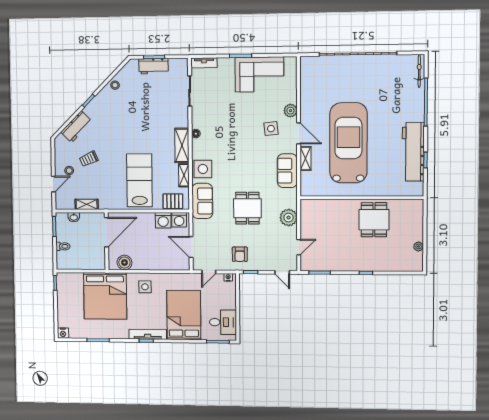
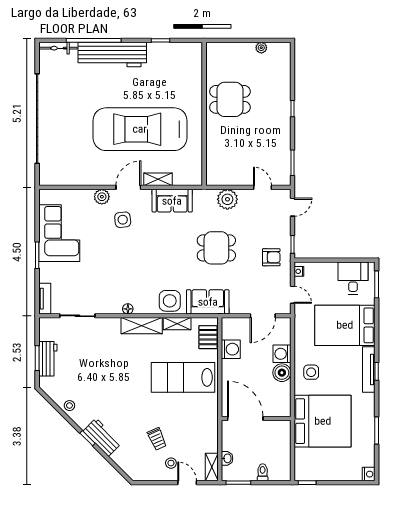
workbench: (76, 127) -> (102, 437), moved
workbench: (413, 152) -> (112, 54), moved
shelving: (87, 204) -> (212, 467), moved
washing machine: (179, 220) -> (282, 354), moved, turned 180
boiler: (124, 263) -> (282, 373), moved

